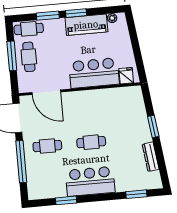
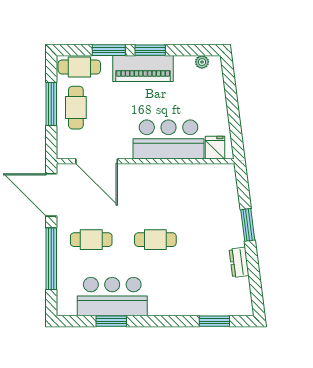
piano: (86, 25) -> (143, 68), moved
dresser: (151, 157) -> (239, 262), width x0.70
bar counter: (90, 181) -> (112, 297), moved

